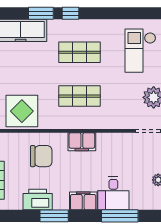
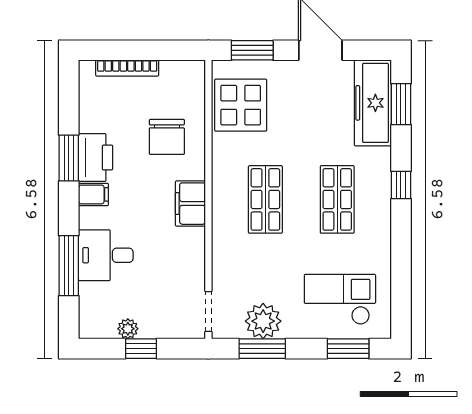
window: (41, 13) -> (401, 104), moved
printer: (38, 200) -> (96, 157), moved
filing cabinet: (83, 201) -> (93, 194), width x0.50

